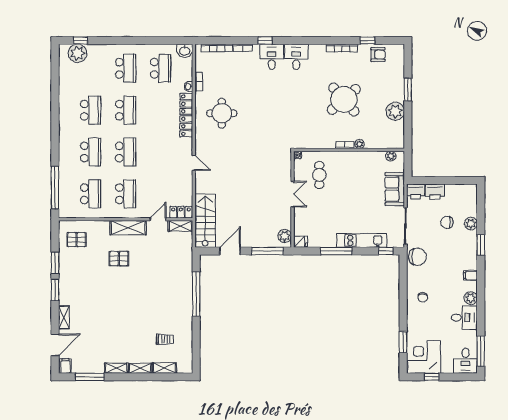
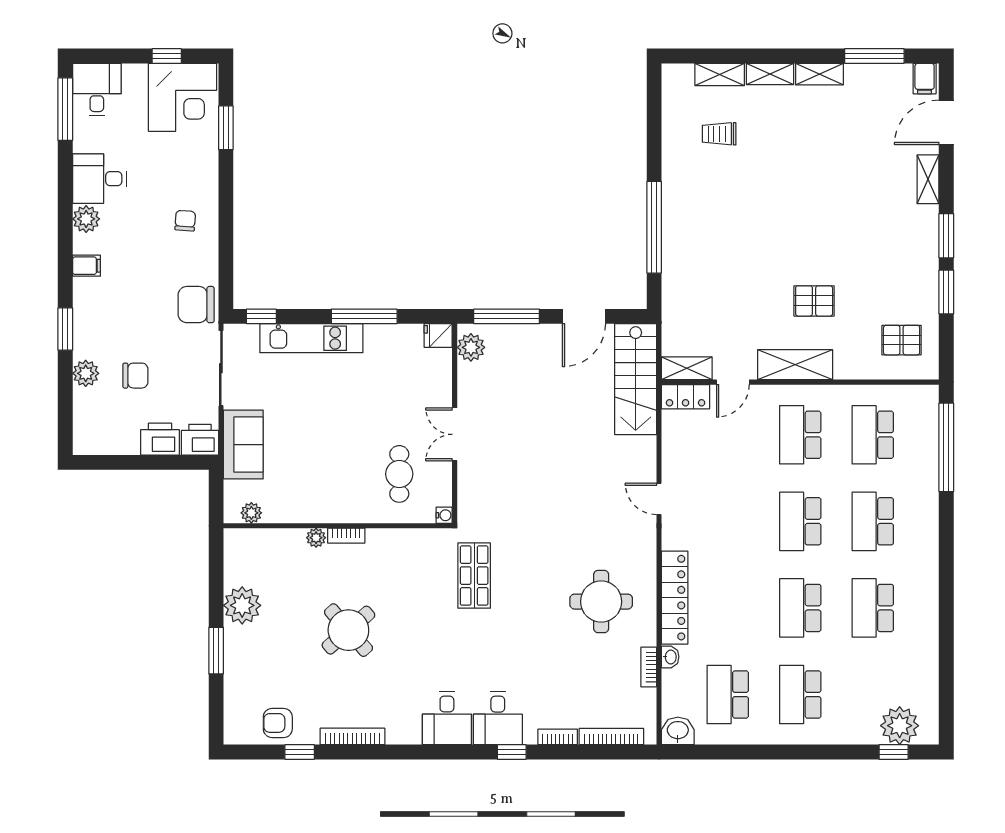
round table: (344, 99) -> (348, 630), width x0.73, depth x0.73
shop shelf: (283, 126) -> (474, 576), added

